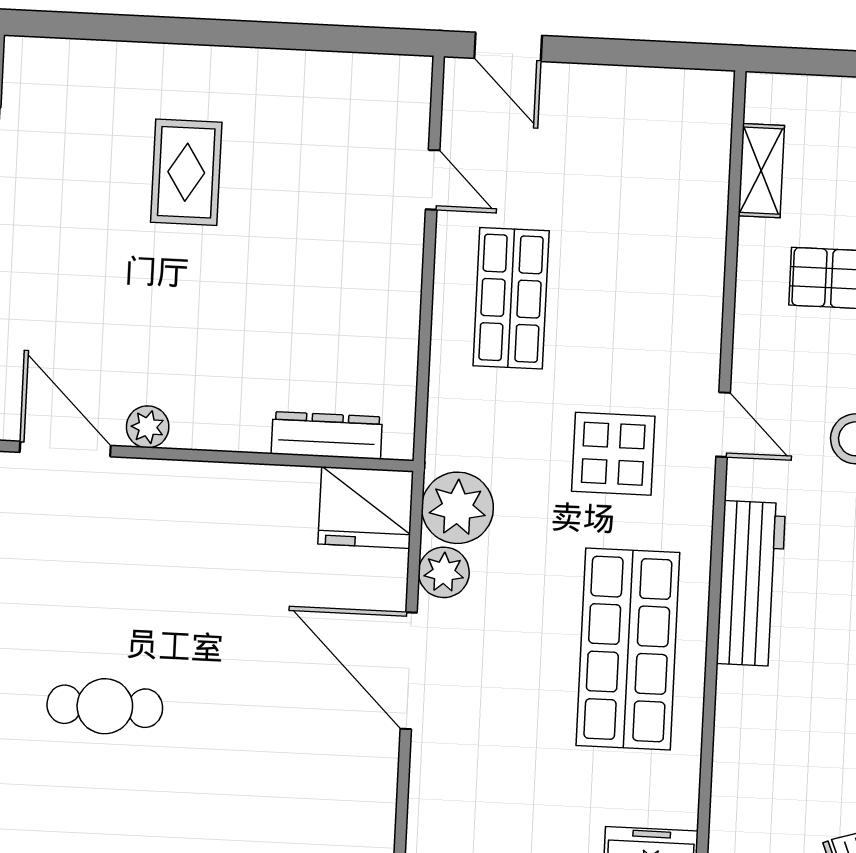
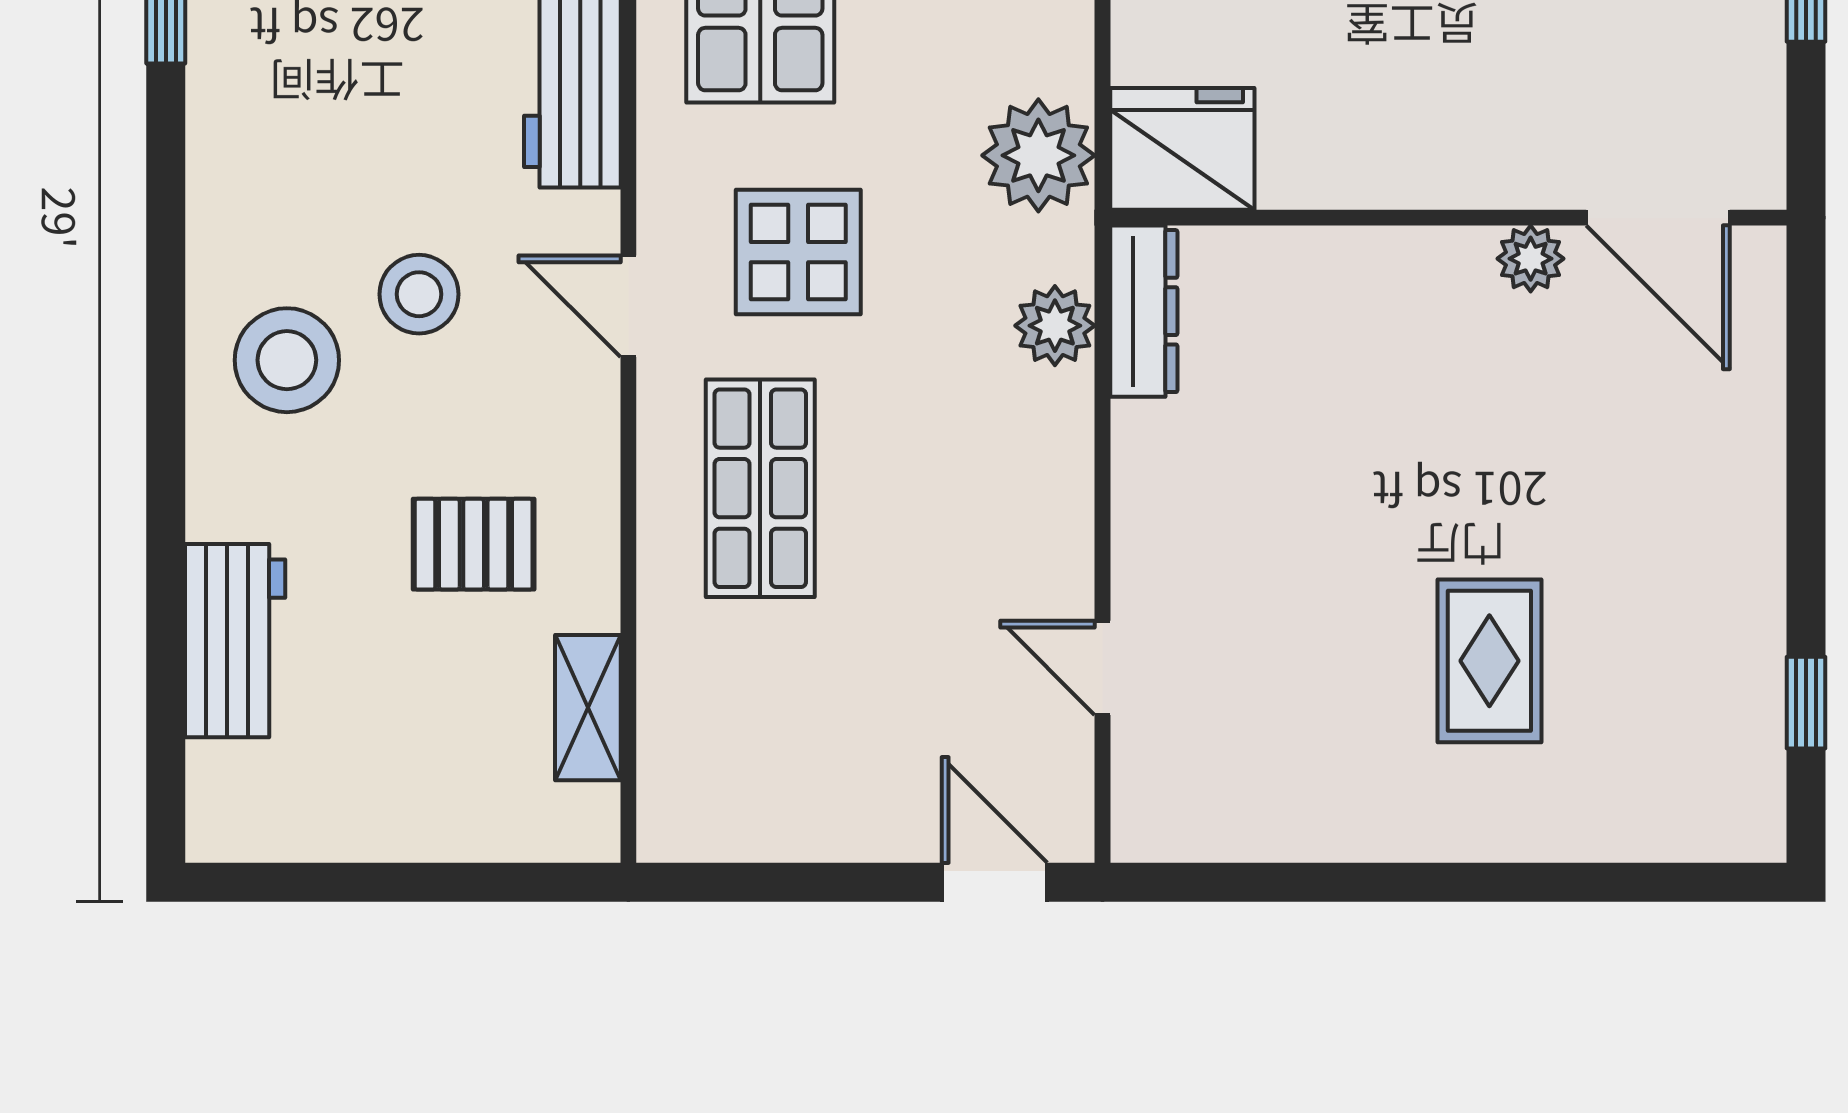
shop shelf: (511, 298) -> (760, 488), moved
dresser: (327, 435) -> (1144, 311), moved, turned -90
plant: (444, 572) -> (1055, 326), moved

